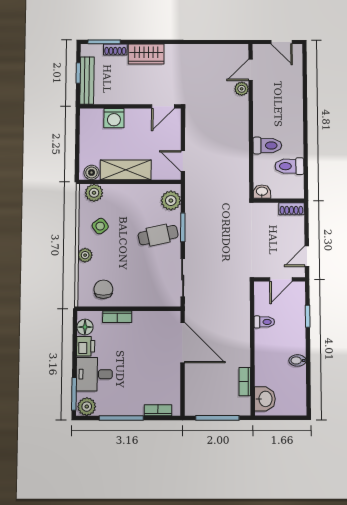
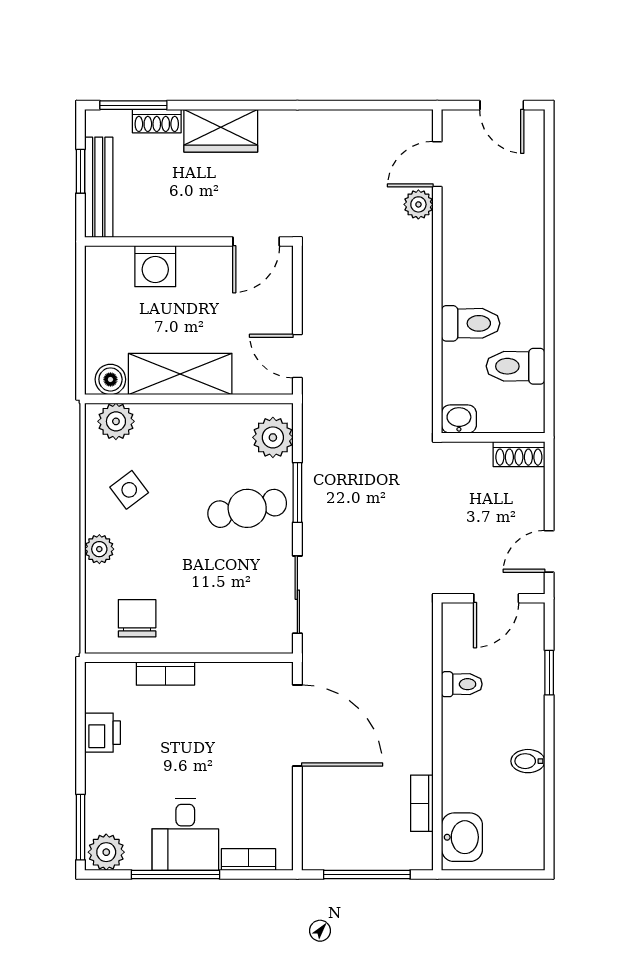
floor lamp: (85, 327) -> (101, 694), removed
desk: (94, 374) -> (185, 834), moved, turned -90

